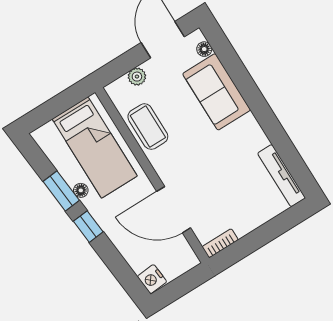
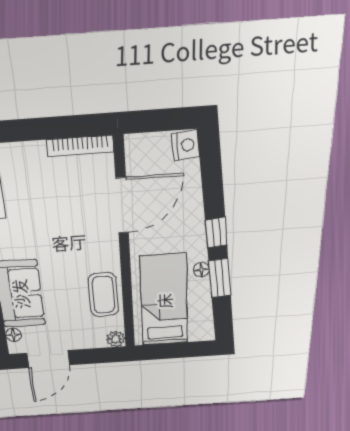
plant: (137, 77) -> (116, 339), moved
door: (174, 210) -> (122, 206), hinge flipped
bookcase: (220, 243) -> (80, 146), width x1.56

